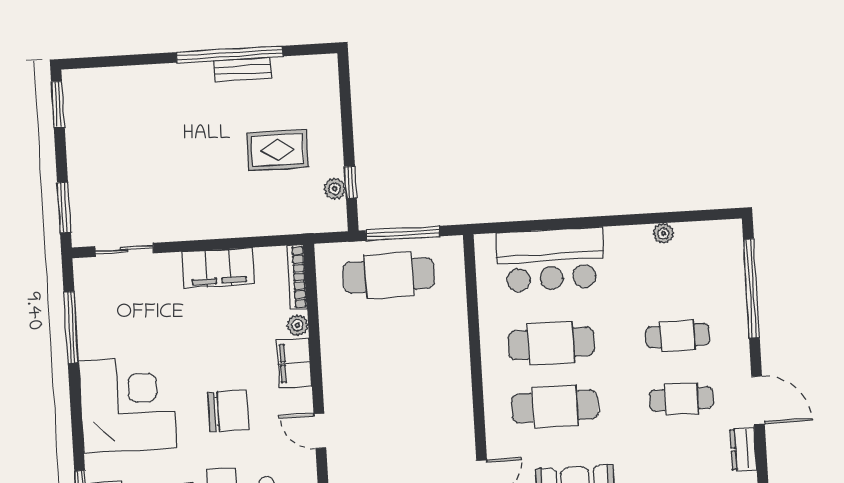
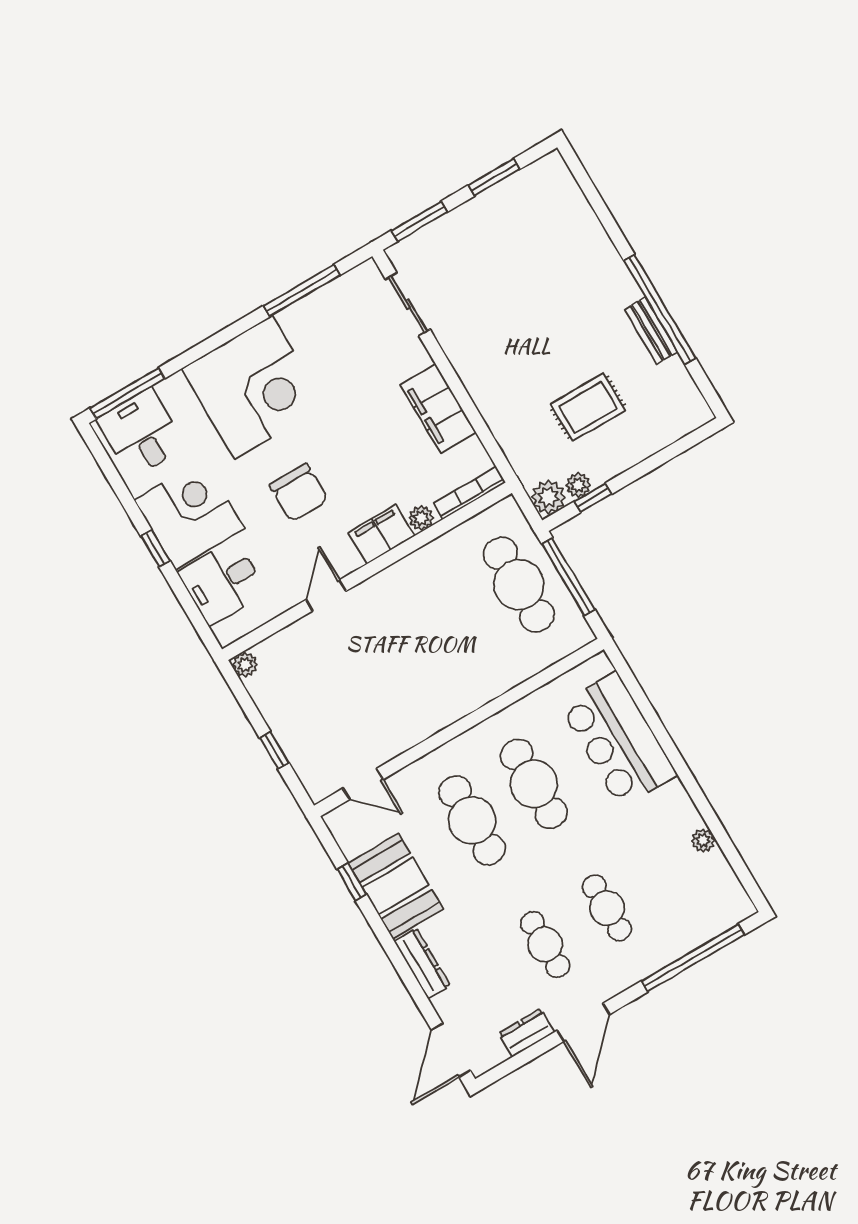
window: (58, 104) -> (494, 177), moved
rug: (278, 150) -> (588, 407), turned 90
plant: (332, 217) -> (548, 497), added

